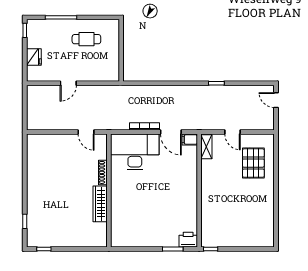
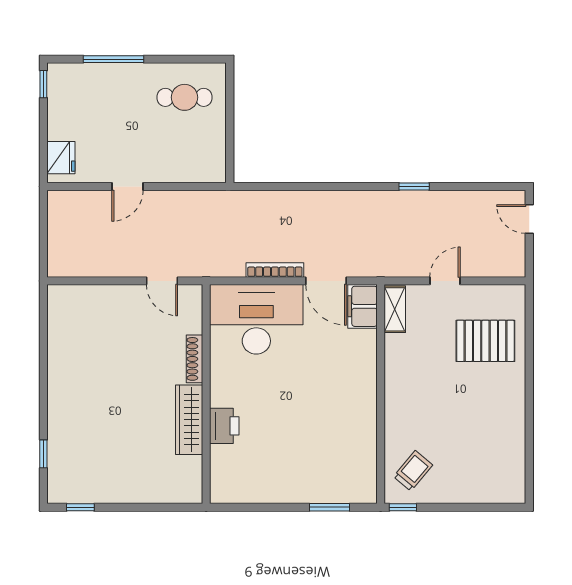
cafe table: (86, 39) -> (184, 97), moved
fridge: (34, 57) -> (61, 158), moved
door: (232, 132) -> (445, 281), swing flipped
filing cabinet: (190, 140) -> (362, 306), width x2.00
pallet: (253, 163) -> (485, 341), turned 90
trolley: (216, 230) -> (413, 471), added
printer: (188, 240) -> (224, 426), moved, turned 90

